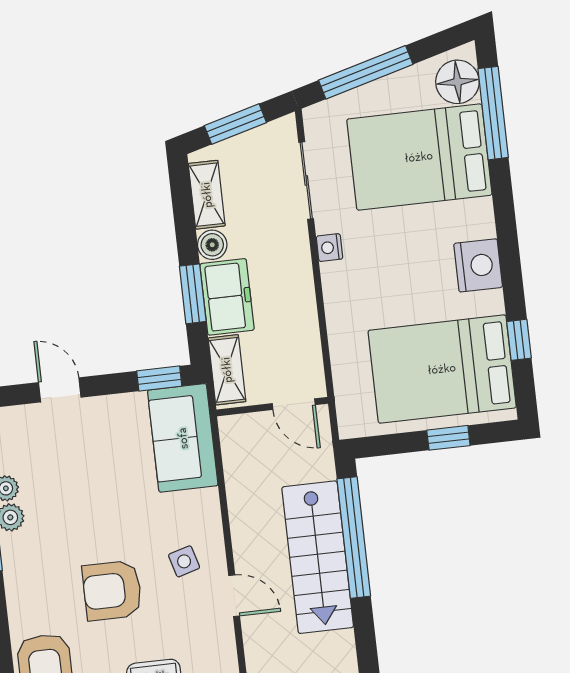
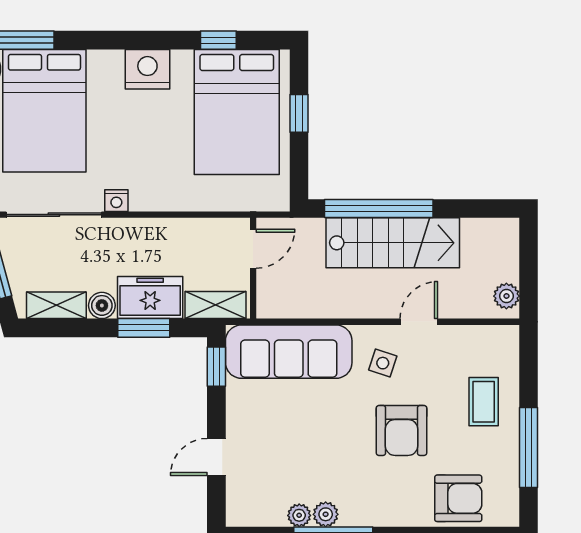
sliding door: (306, 181) -> (54, 215), width x1.37
sofa: (183, 438) -> (289, 352), width x1.36
side table: (184, 561) -> (383, 363), turned 34

